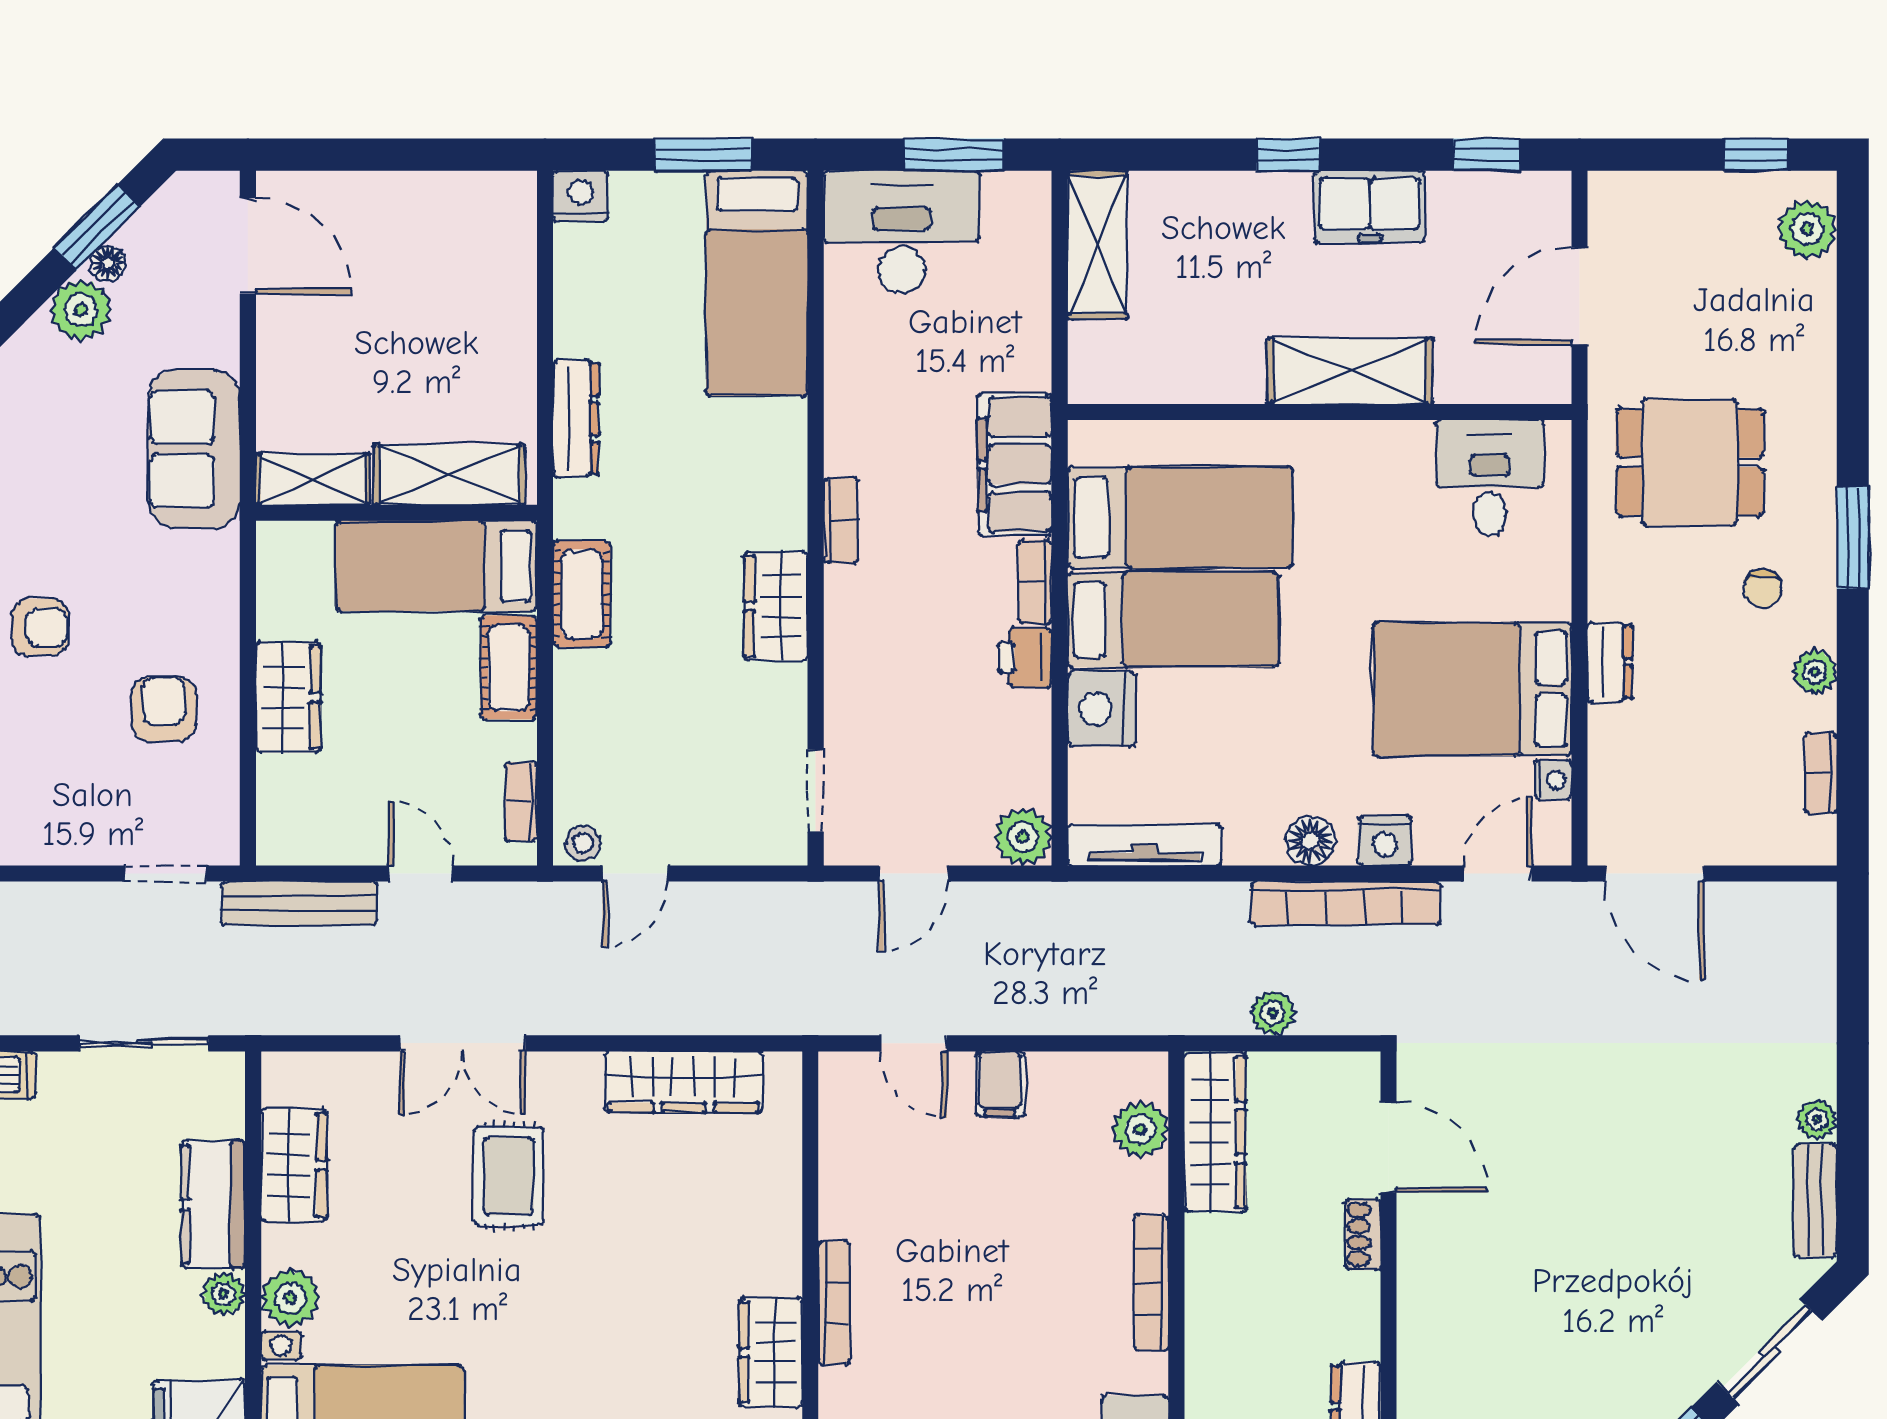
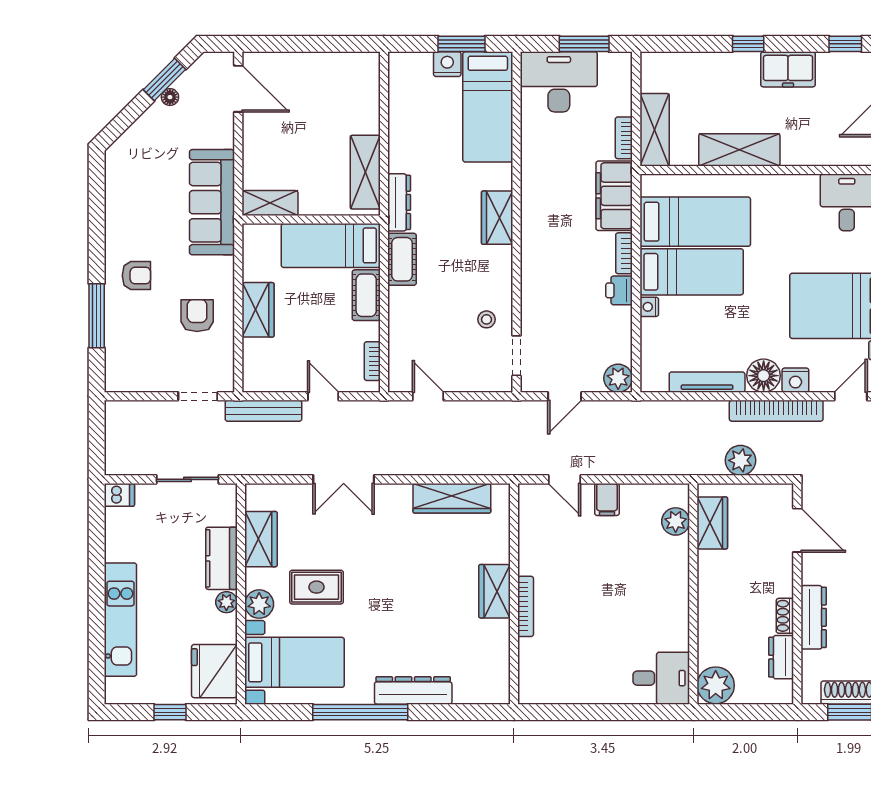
nightstand: (581, 196) -> (447, 64), moved
shelving: (1097, 245) -> (655, 130), moved
plant: (81, 310) -> (156, 120), removed
shelving: (1350, 371) -> (739, 150), moved
dresser: (576, 419) -> (399, 202), moved
sofa: (194, 449) -> (212, 202), width x1.36
shelving: (449, 475) -> (365, 172), moved, turned 90
bookcase: (841, 521) -> (624, 138), moved, turned 180
wardrobe: (776, 606) -> (497, 218), moved
nightstand: (1101, 709) -> (649, 307), width x0.53, depth x0.56
floor lamp: (1310, 841) -> (764, 376), width x1.38, depth x1.38
stool: (583, 843) -> (487, 319), moved
tv unit: (1145, 845) -> (707, 382), moved
door: (635, 874) -> (428, 396), swing flipped
plant: (1273, 1013) -> (741, 460), width x1.38, depth x1.38
wardrobe: (1215, 1132) -> (712, 523), width x0.67
rug: (509, 1176) -> (316, 587), moved, turned 90
shoe rack: (1363, 1234) -> (785, 616), moved
bookcase: (1151, 1283) -> (681, 597), removed
dresser: (1422, 1325) -> (814, 617), added
wardrobe: (771, 1352) -> (494, 591), moved

